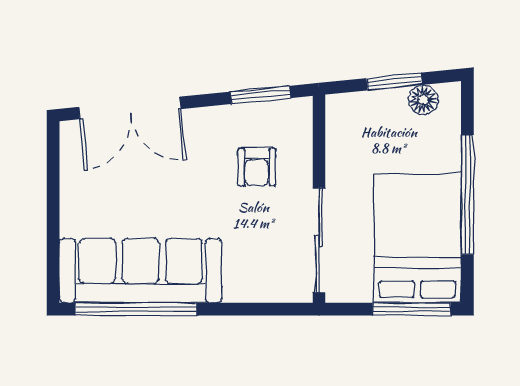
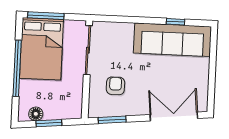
window: (136, 309) -> (175, 22), width x0.32

